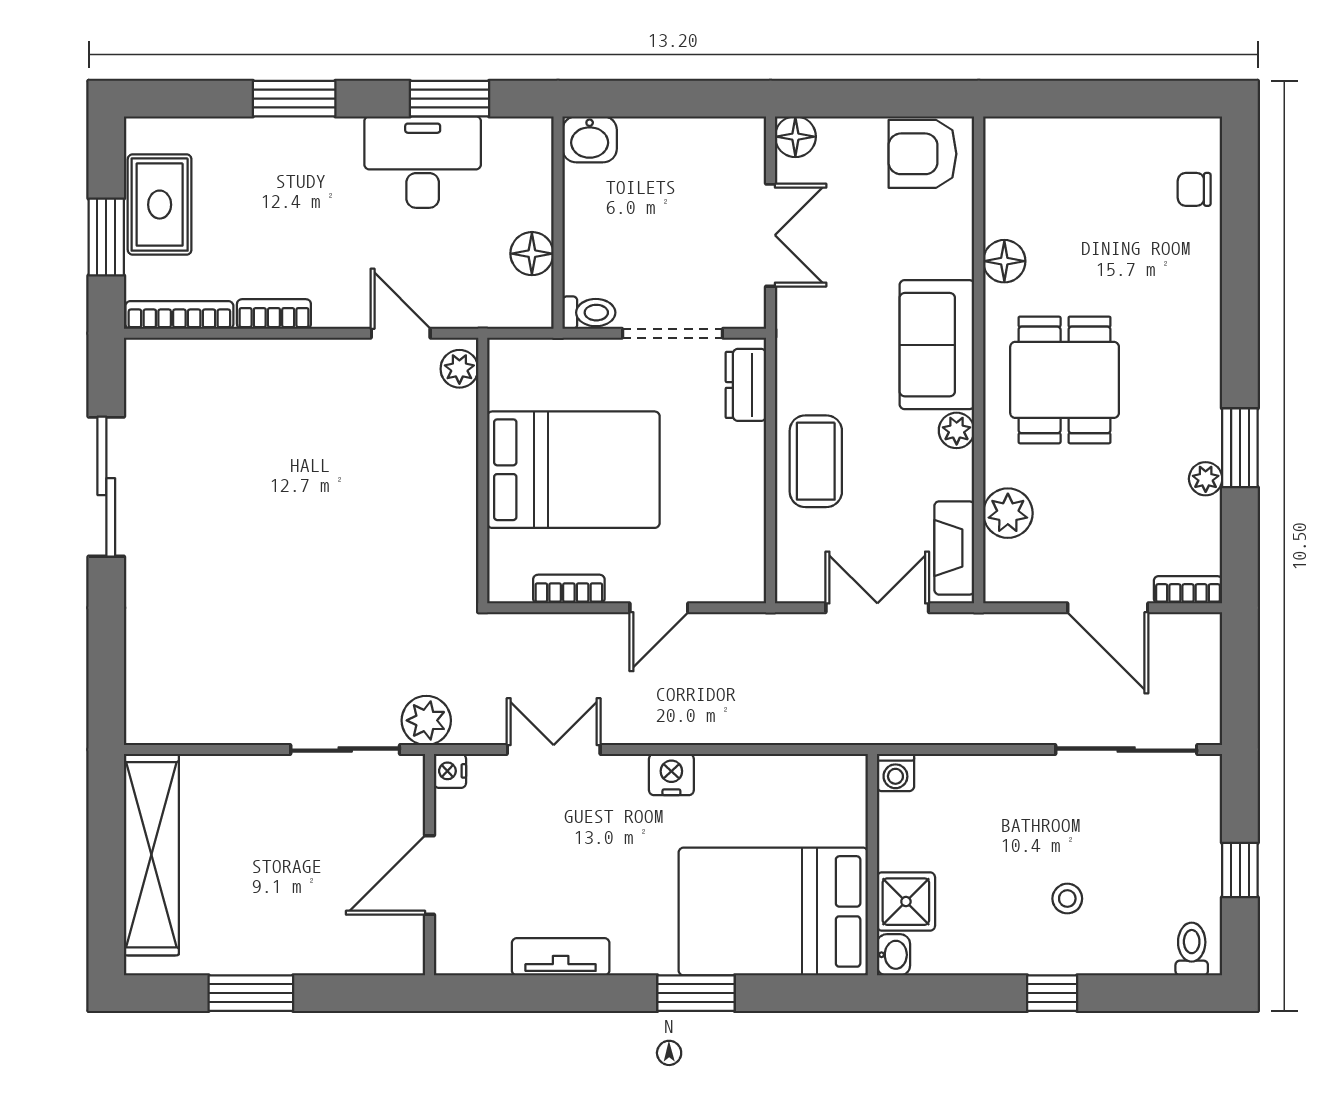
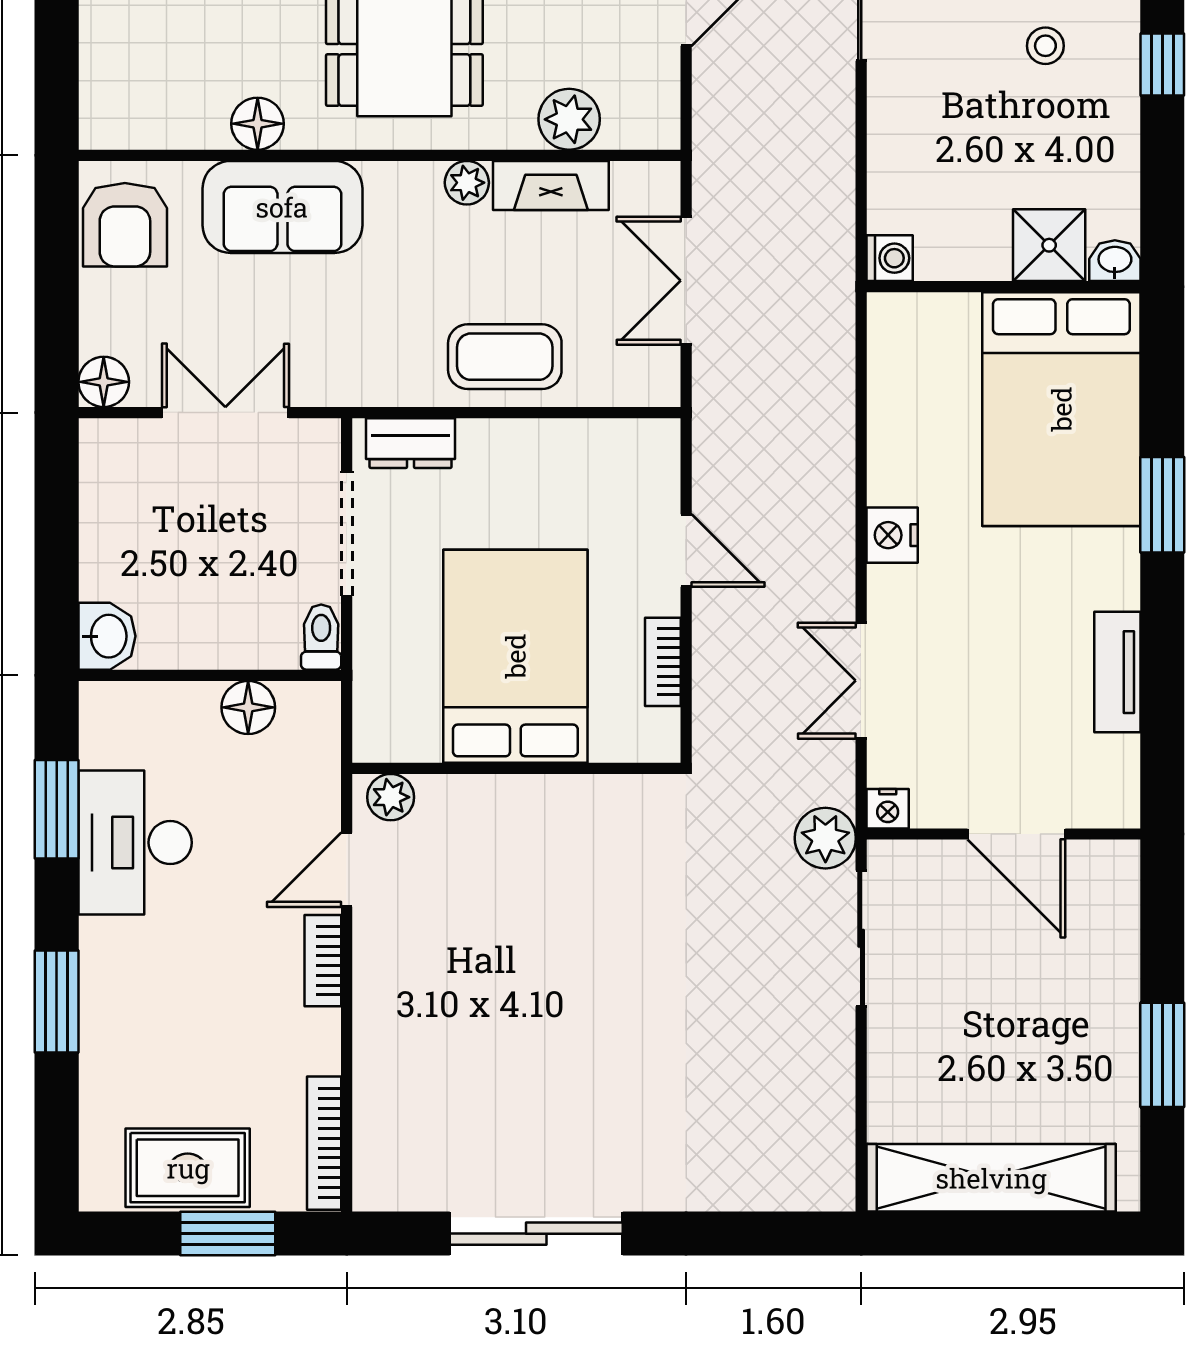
bookcase: (274, 314) -> (323, 961), moved
sofa: (937, 345) -> (282, 207), moved
fireplace: (954, 548) -> (551, 185), moved

